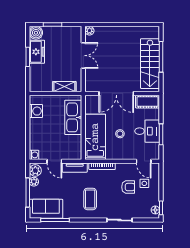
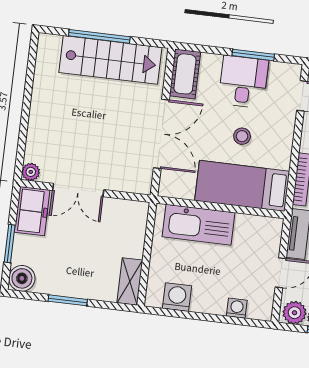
freezer: (37, 52) -> (32, 211), moved, turned 90
double door: (83, 55) -> (78, 190), swing flipped
shelving: (64, 87) -> (130, 281), moved
washing machine: (34, 155) -> (237, 308), moved

